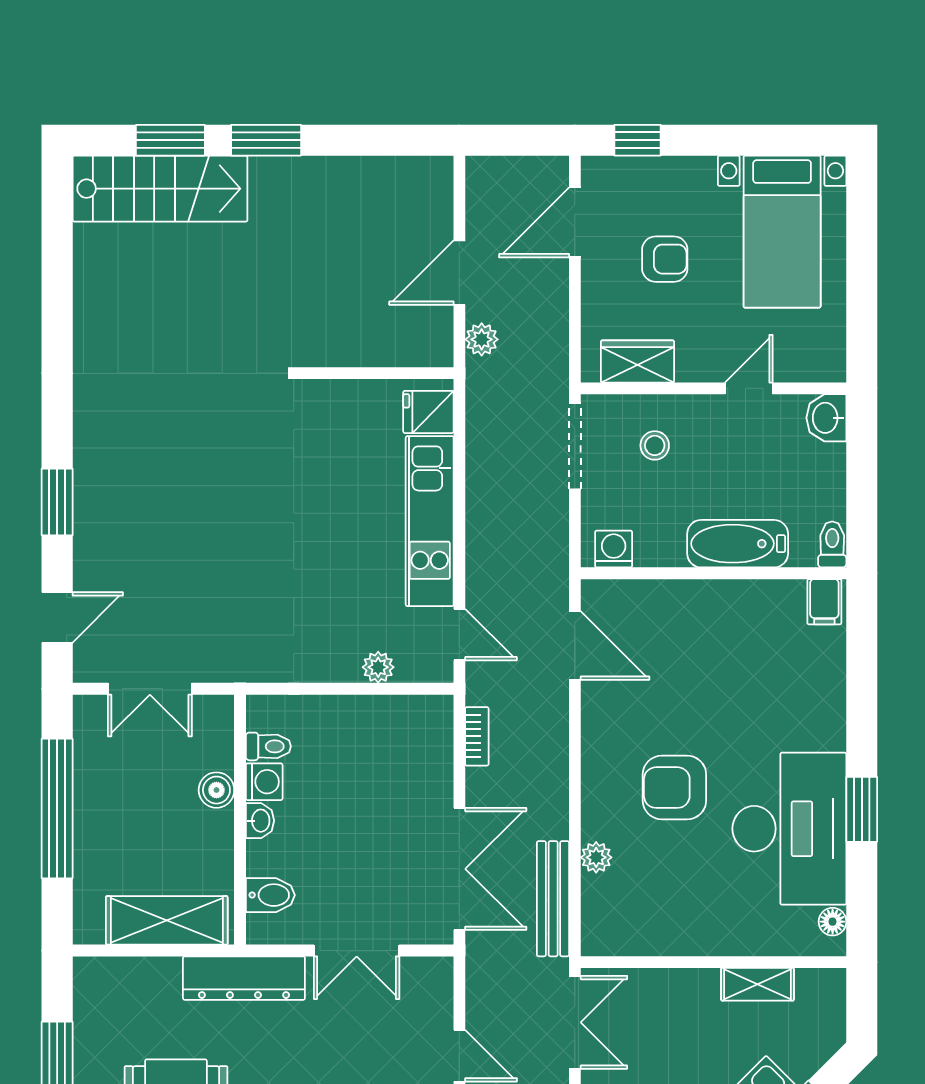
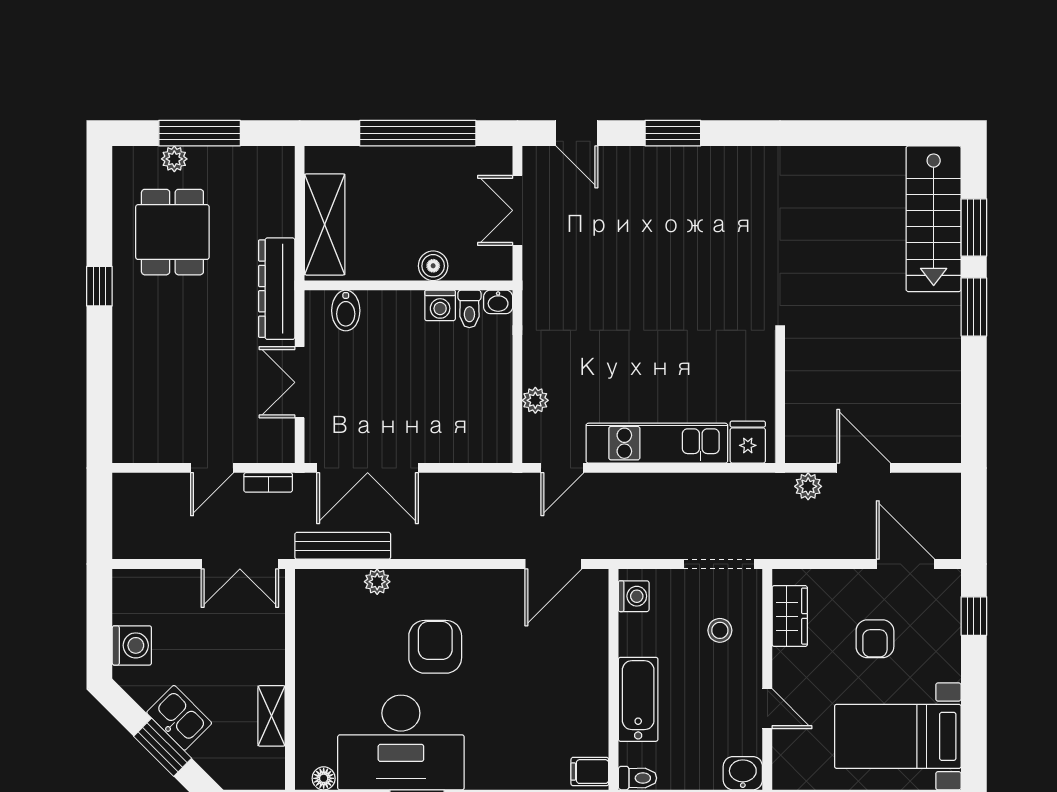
bookcase: (477, 736) -> (268, 482), moved
washbasin: (260, 821) -> (498, 302), moved

